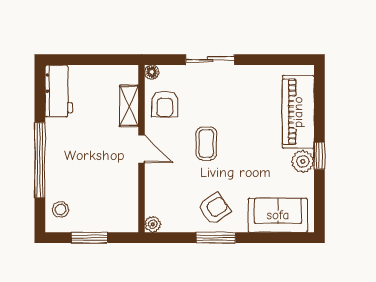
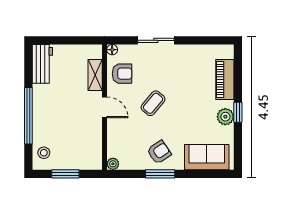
armchair: (165, 104) -> (122, 74), turned -90
piano: (298, 112) -> (225, 79), width x0.73, depth x0.75
coffee table: (206, 144) -> (153, 103), turned 40

